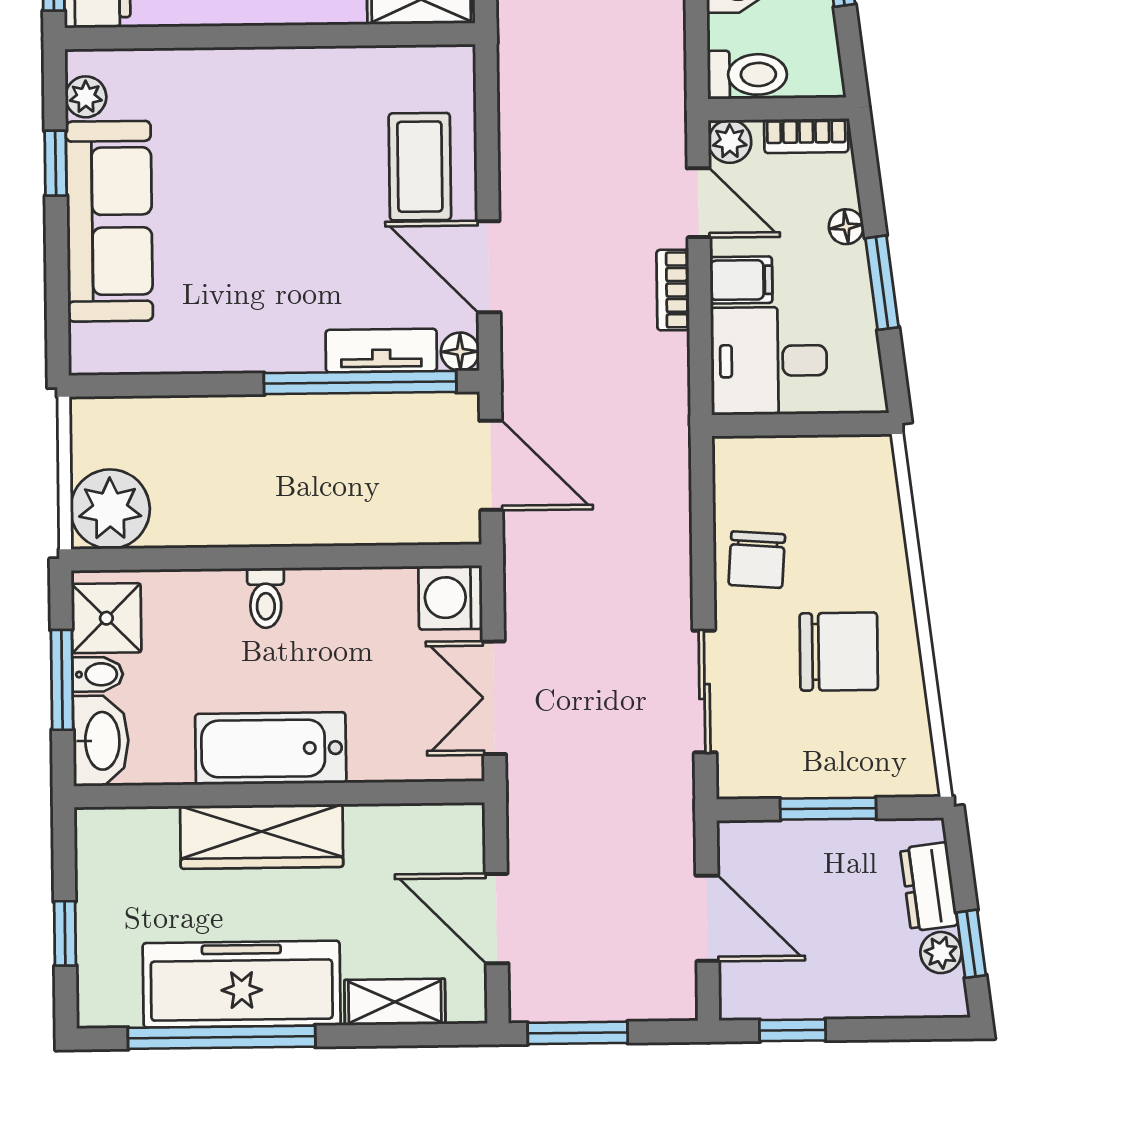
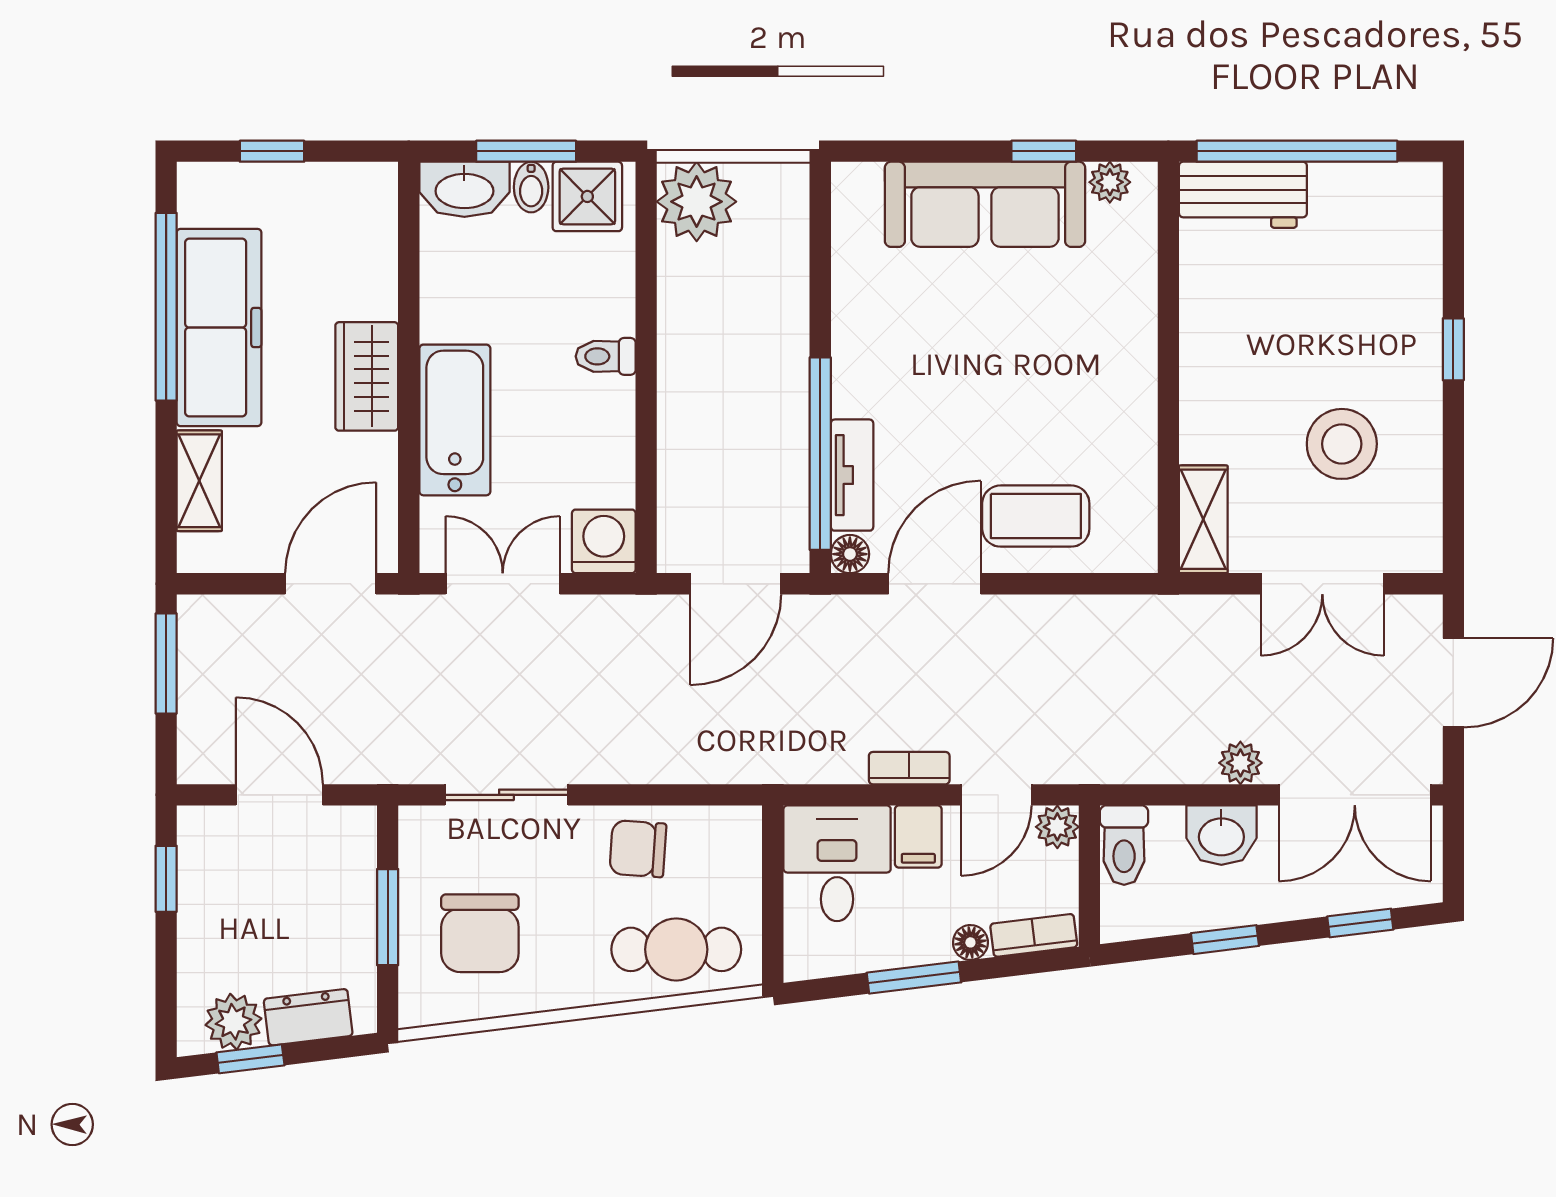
bookcase: (806, 136) -> (1034, 935), moved, turned 83
cafe table: (857, 520) -> (676, 949), added
chair: (839, 652) -> (480, 933), moved
bathtub: (271, 748) -> (455, 420), moved
wardrobe: (262, 836) -> (367, 376), width x0.67
door: (707, 918) -> (279, 795), swing flipped
door: (497, 919) -> (331, 584), moved
plant: (941, 953) -> (234, 1022), width x1.38, depth x1.38

